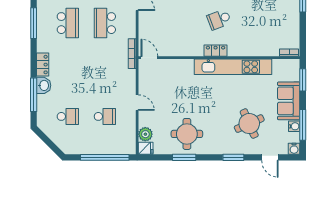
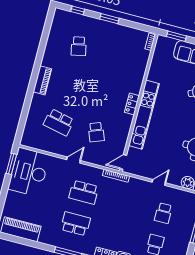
school desk: (219, 19) -> (96, 132), moved
kitchen unit: (233, 67) -> (144, 115), moved
school desk: (105, 116) -> (163, 213), turned 180

